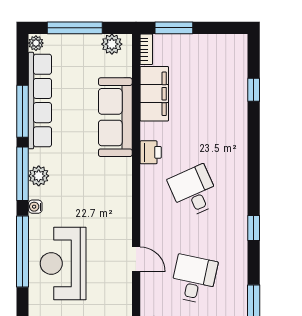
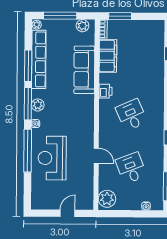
desk: (194, 279) -> (131, 168), turned -33

